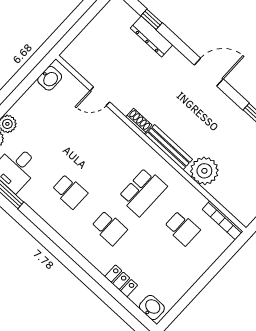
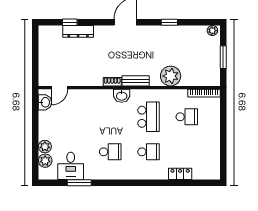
door: (100, 96) -> (60, 88), moved
bench: (169, 147) -> (136, 81), width x0.73
washbasin: (152, 307) -> (122, 96), moved, turned 180

